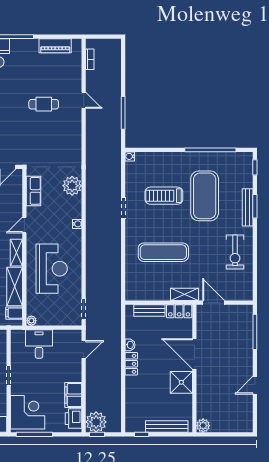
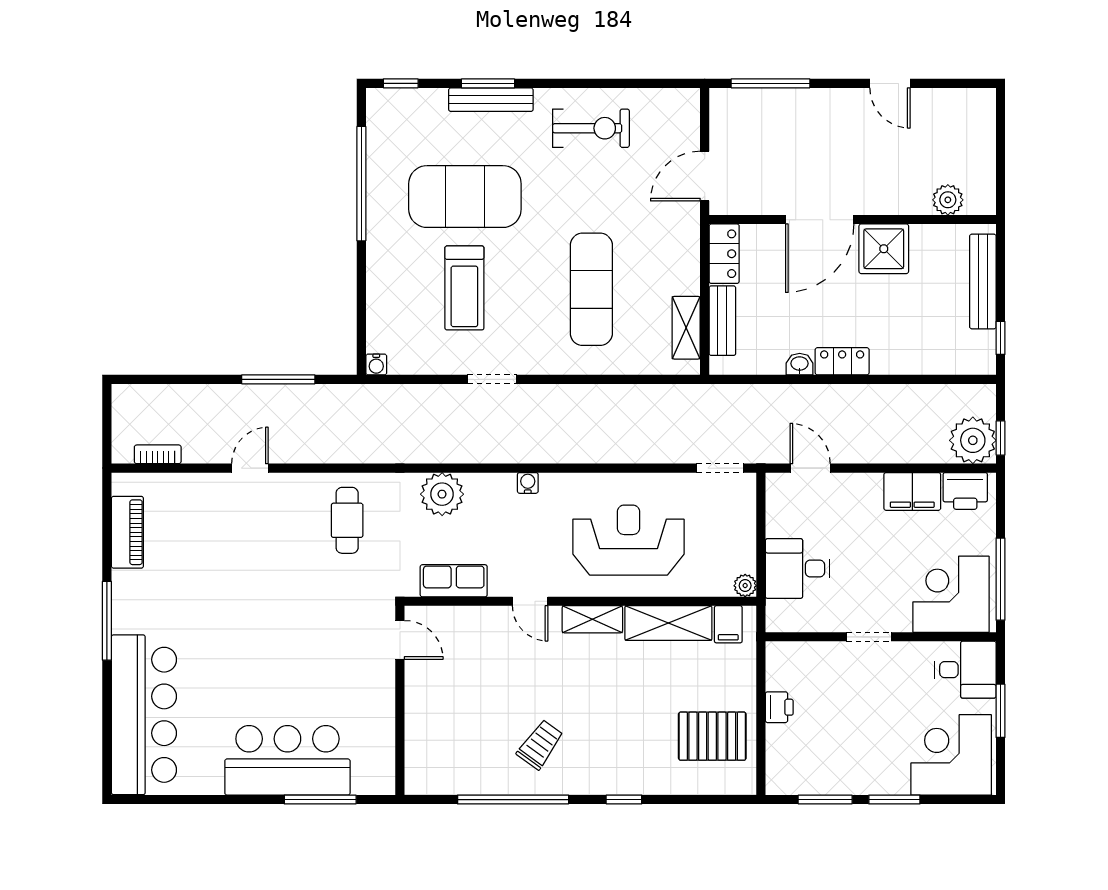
cafe table: (44, 104) -> (347, 520), moved
shelving: (185, 294) -> (686, 328), moved
plant: (203, 426) -> (948, 200), moved

